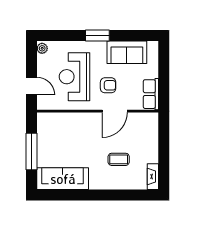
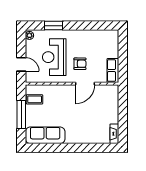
window: (97, 35) -> (53, 26), moved
sofa: (127, 52) -> (94, 38), removed
coffee table: (119, 159) -> (35, 99), moved

